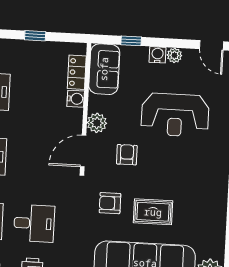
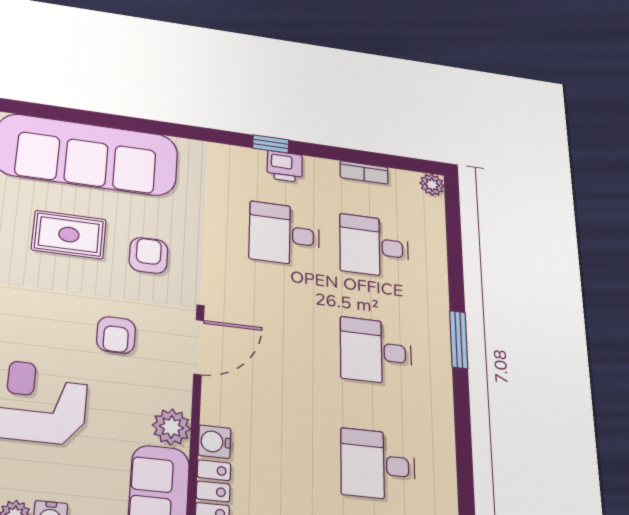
plant: (97, 123) -> (171, 427), moved
armchair: (110, 203) -> (148, 255), turned -90

